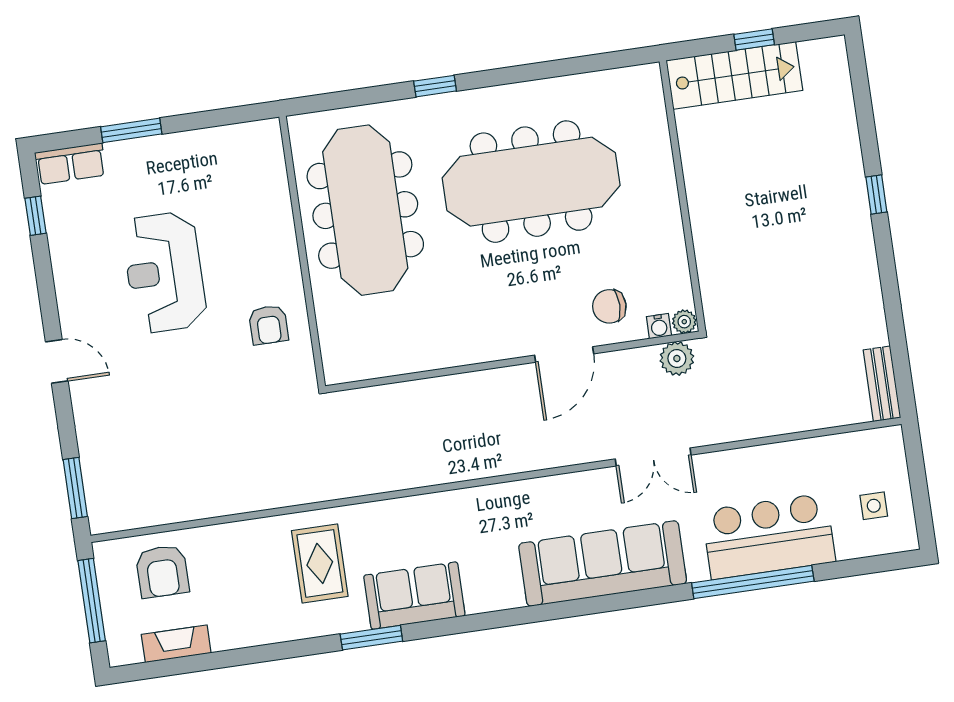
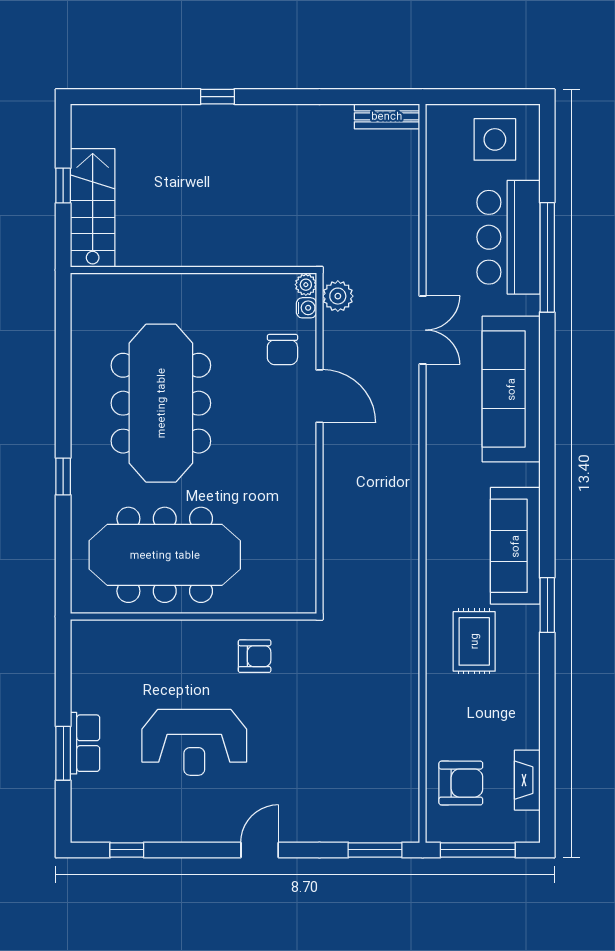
row of seats: (70, 164) -> (85, 743), moved
side table: (874, 506) -> (495, 139), width x1.87, depth x1.87
rug: (320, 563) -> (474, 641), turned 90
sofa: (414, 596) -> (515, 546), width x1.36

